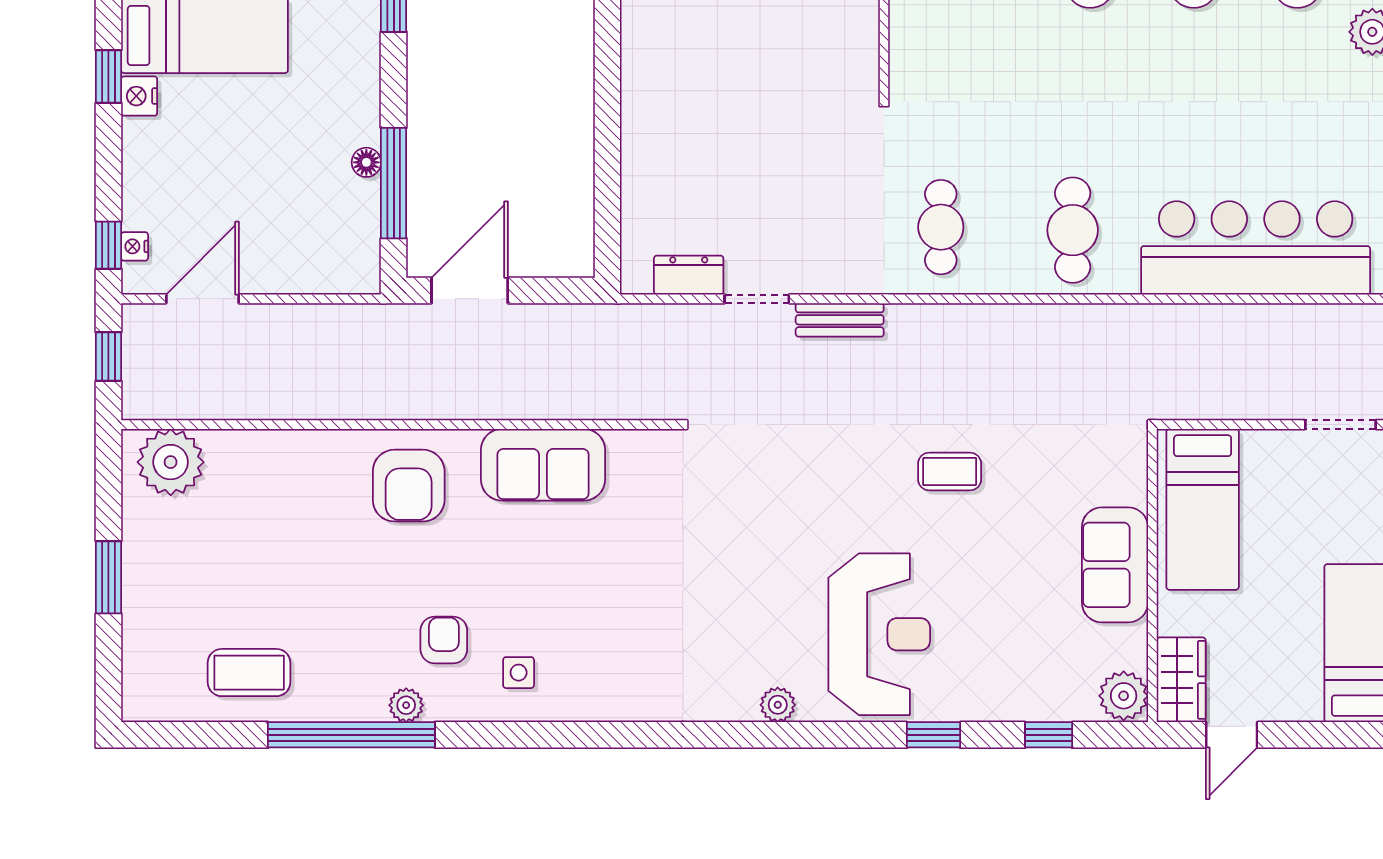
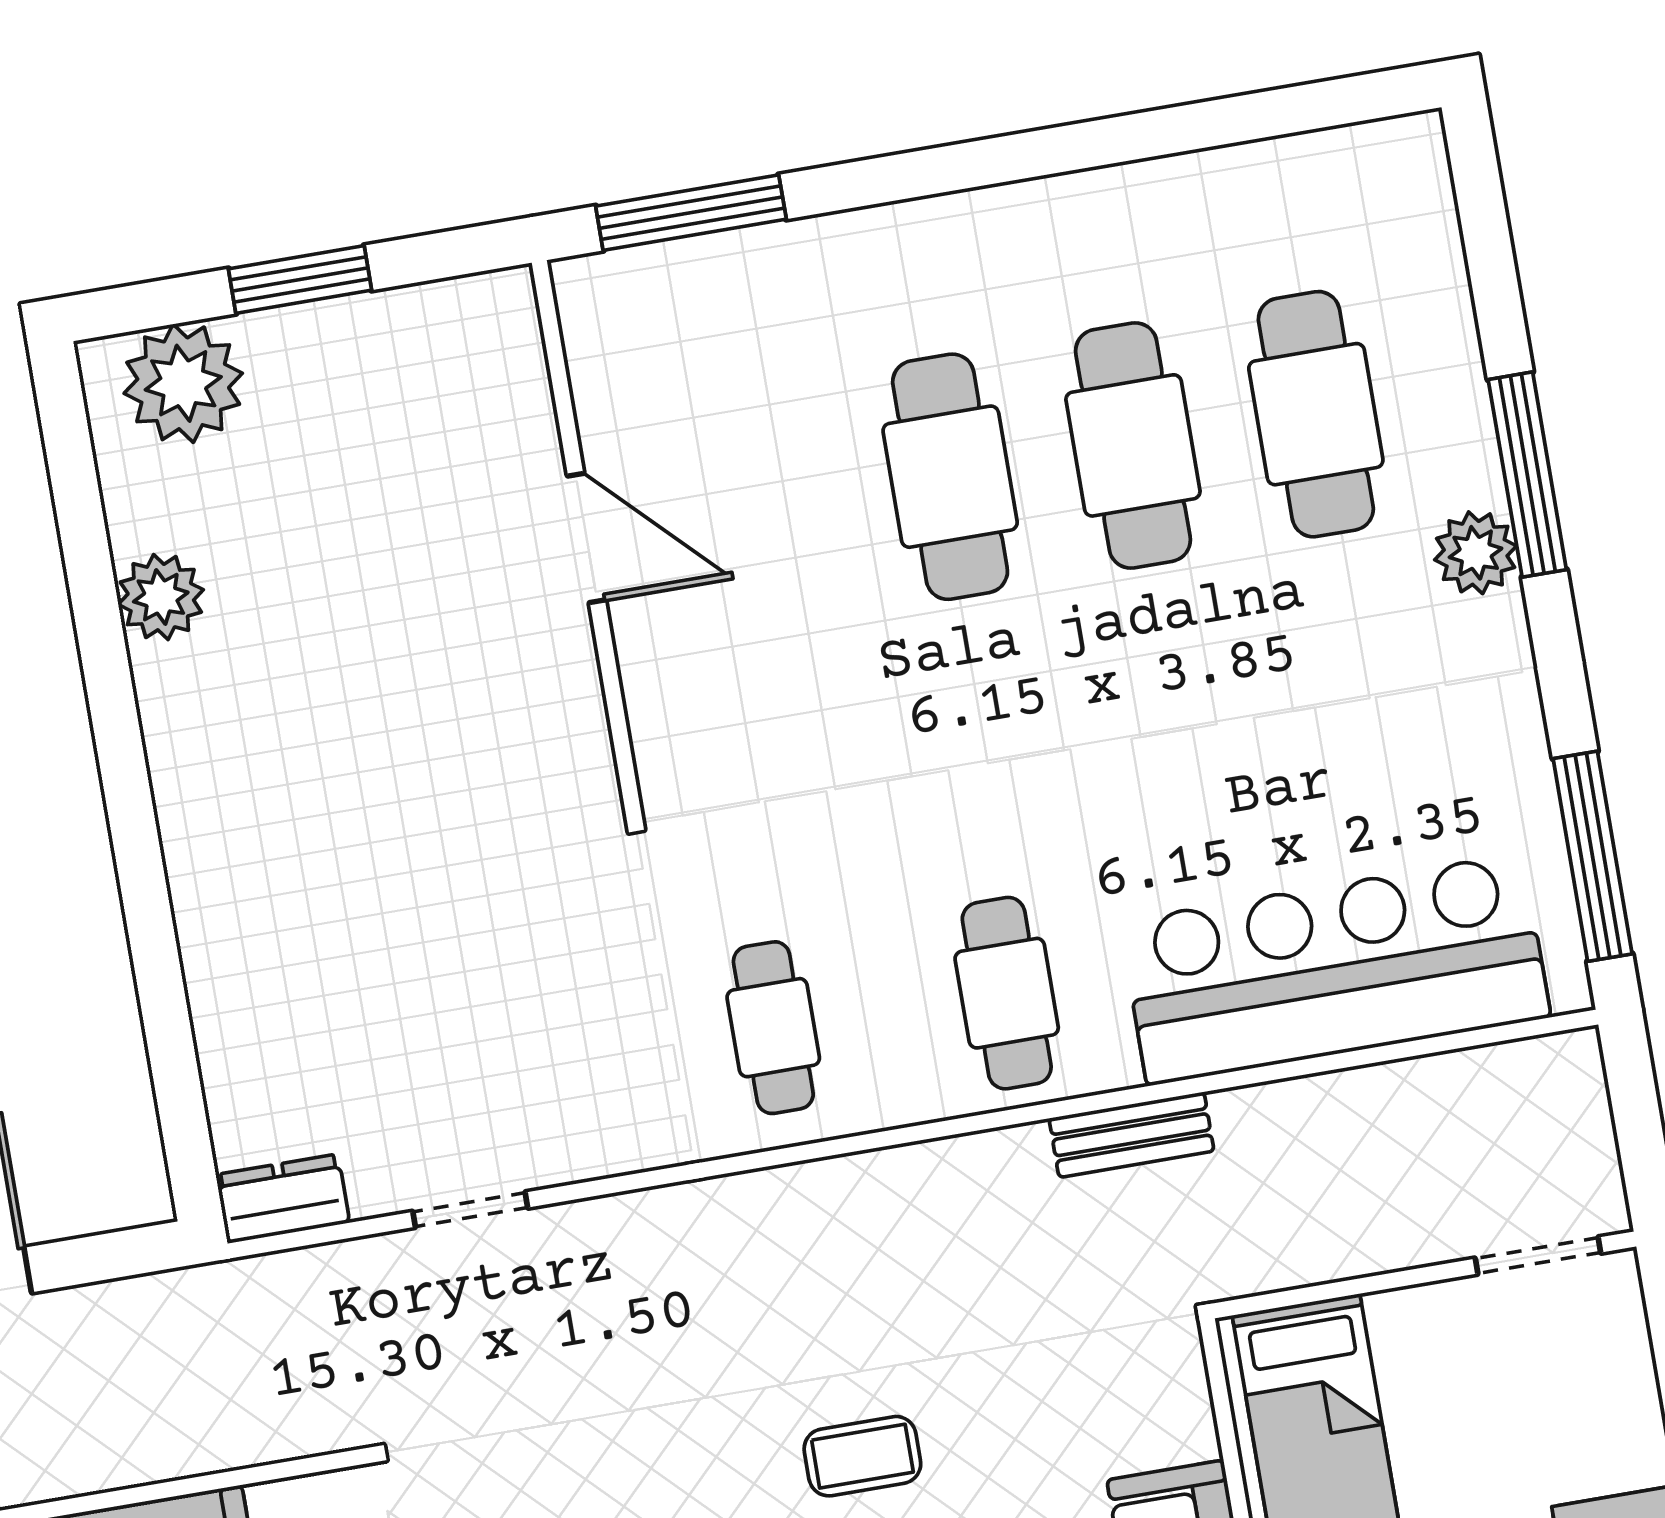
dresser: (689, 275) -> (283, 1199), moved
bench: (840, 320) -> (1131, 1135), moved

